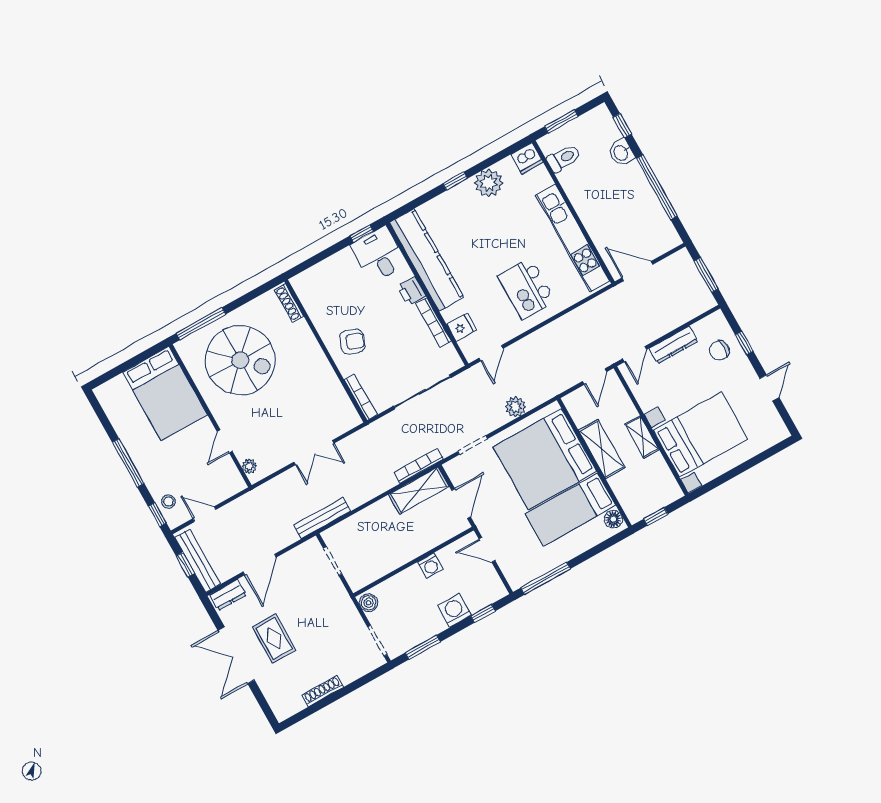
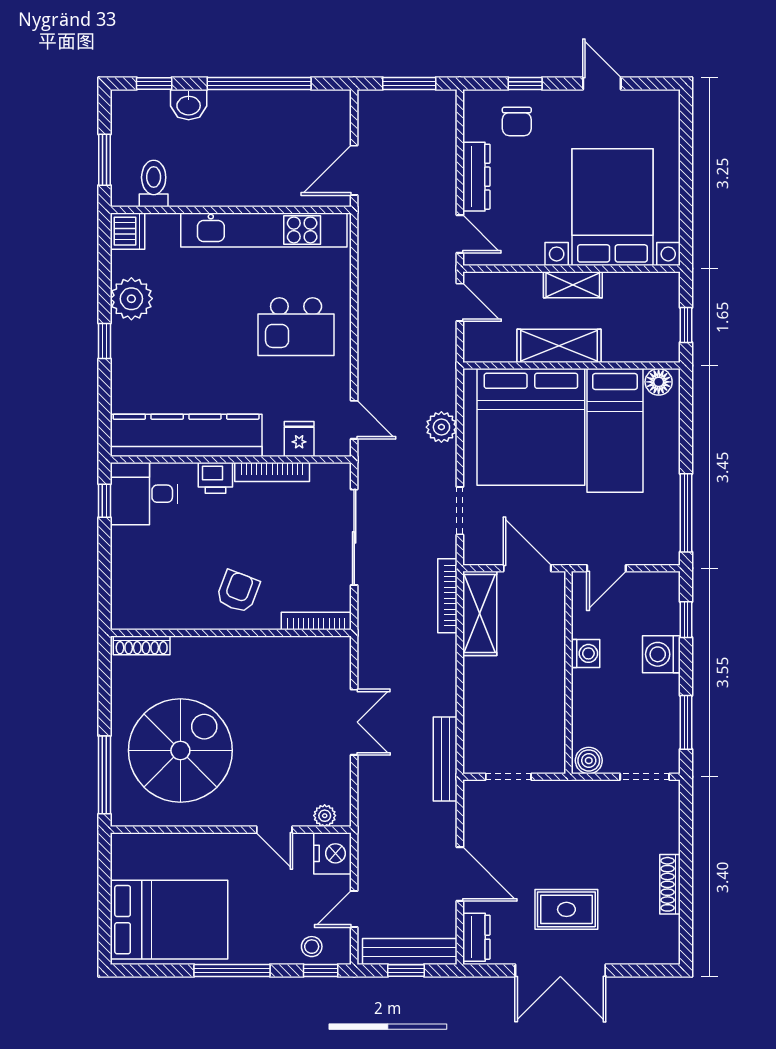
bed: (165, 393) -> (169, 920), moved
nightstand: (230, 483) -> (333, 853), added

